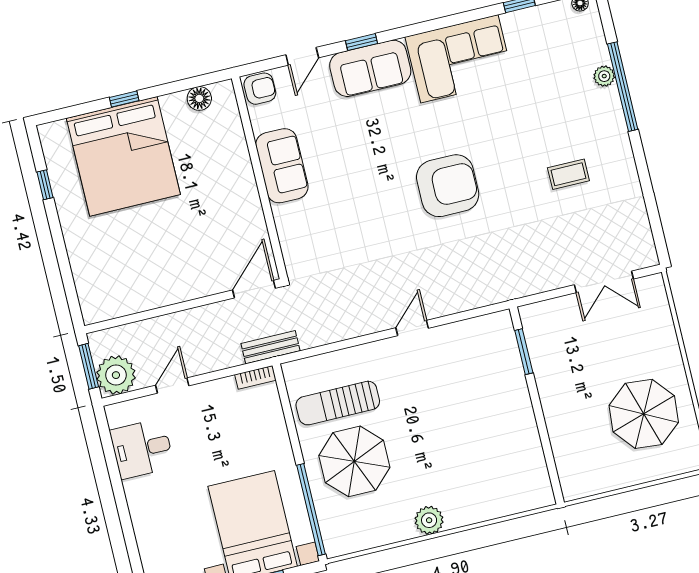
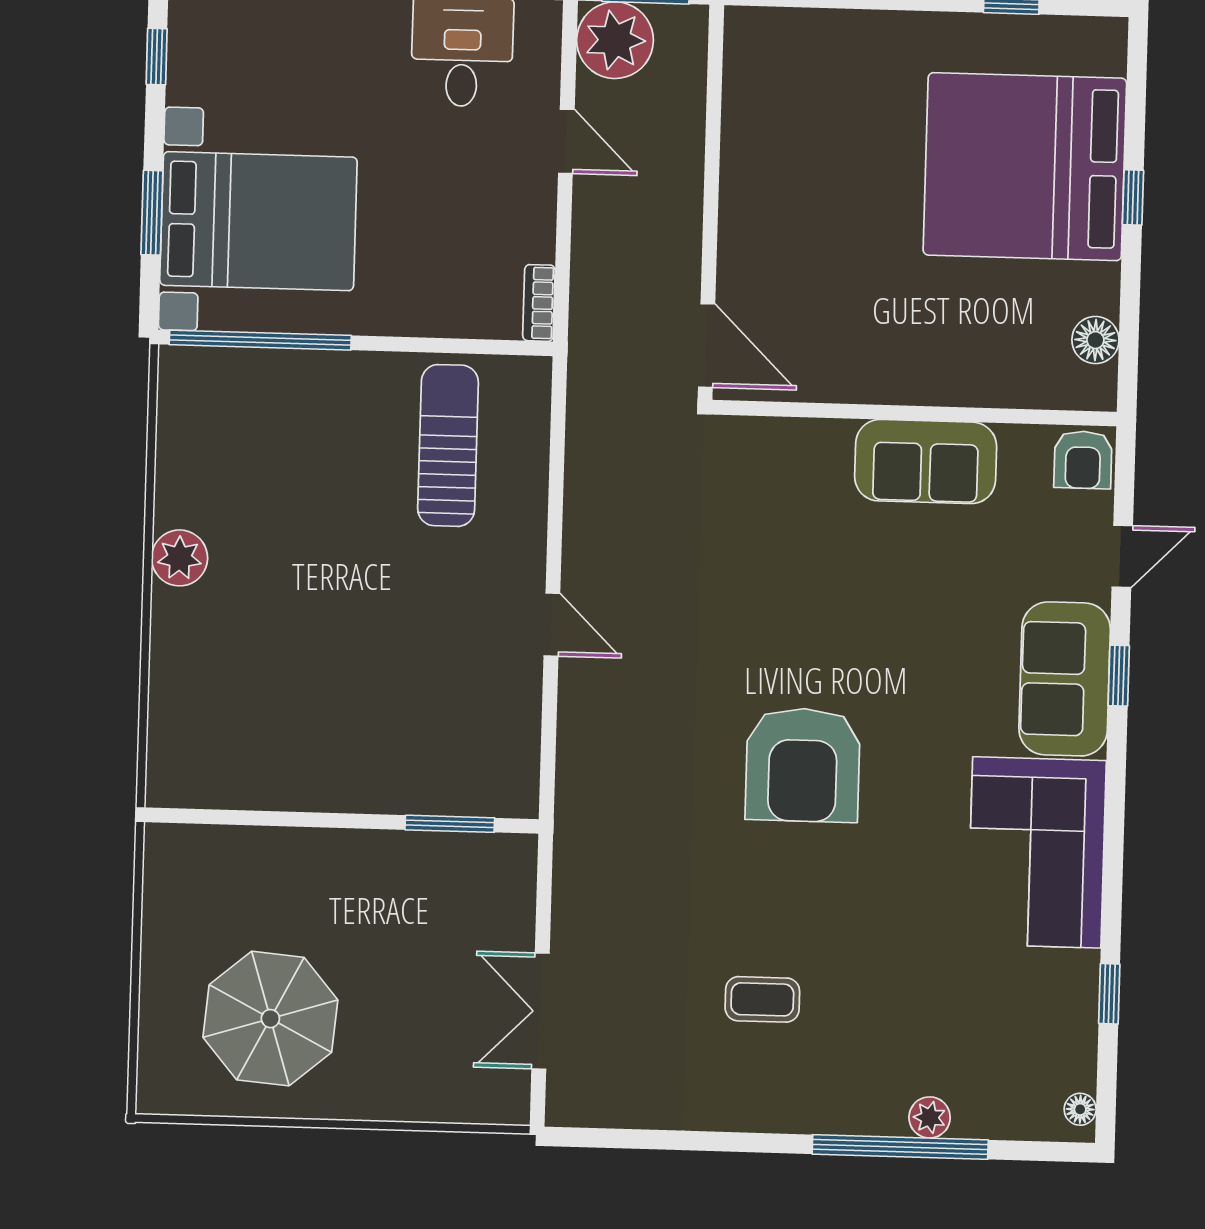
door: (302, 56) -> (1122, 556), swing flipped
coffee table: (568, 174) -> (762, 999), turned 90
bench: (270, 347) -> (588, 347), removed
parasol: (354, 461) -> (329, 447), removed

